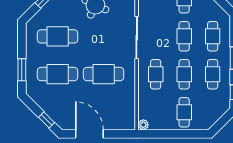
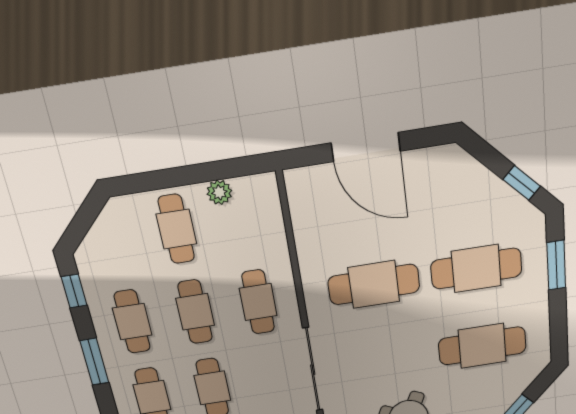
window: (47, 120) -> (522, 183), moved
plant: (143, 125) -> (219, 192), moved
door: (89, 134) -> (366, 147), moved

